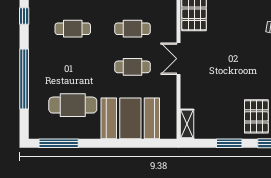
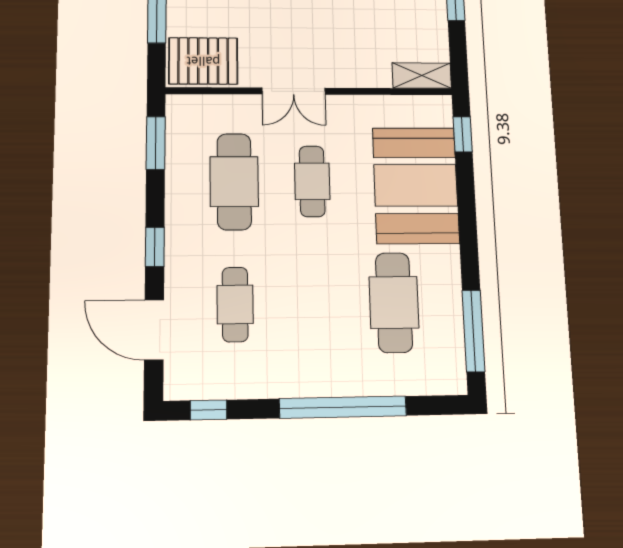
cafe table: (132, 29) -> (234, 182), width x1.37, depth x1.35
window: (156, 143) -> (463, 134), added

